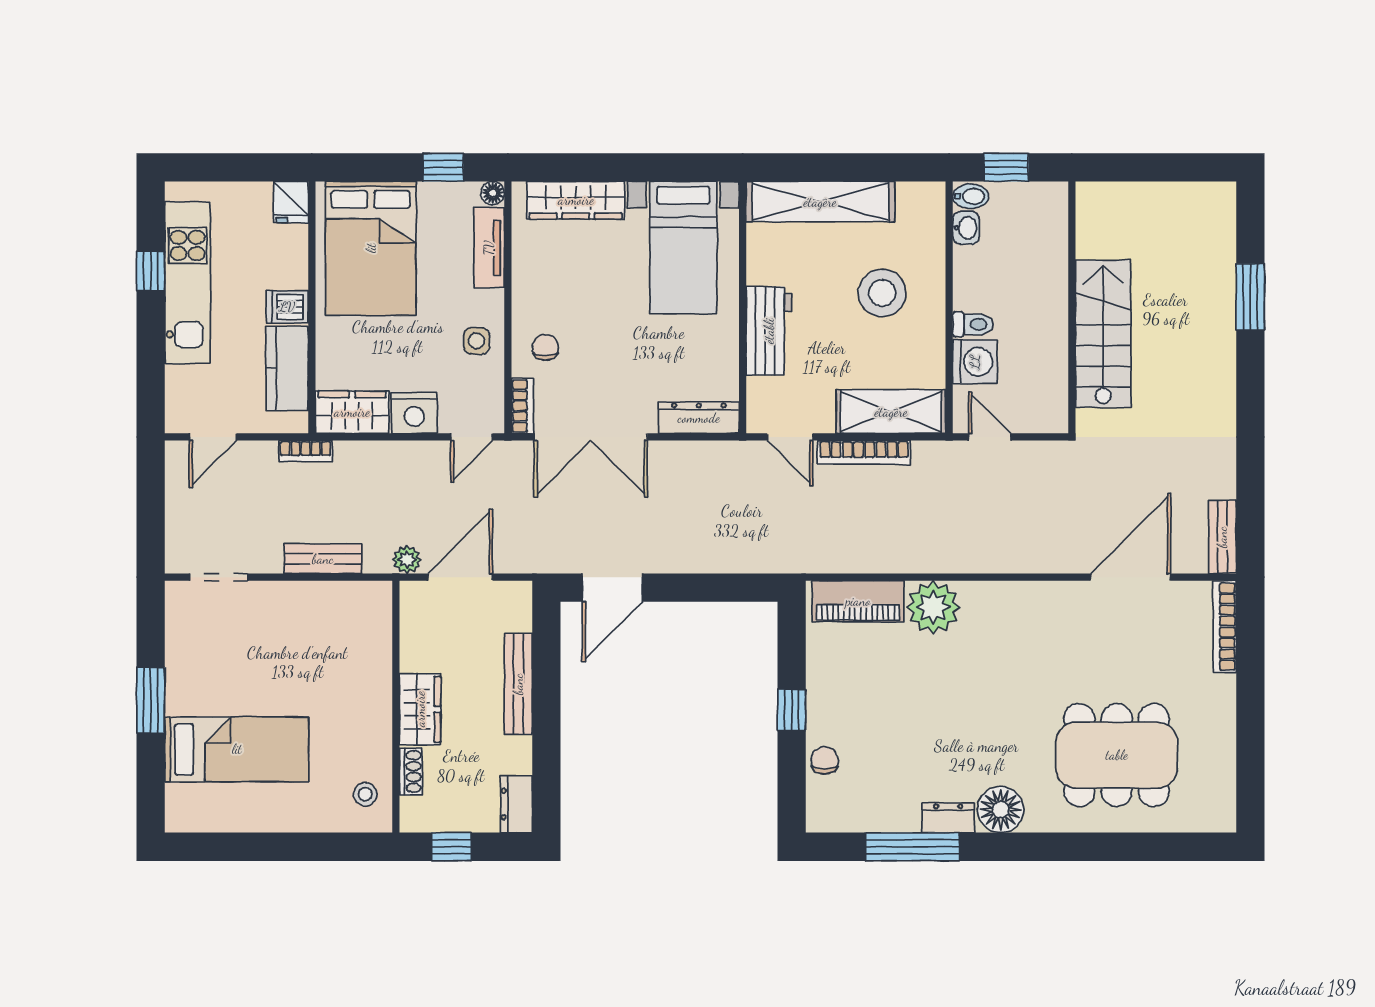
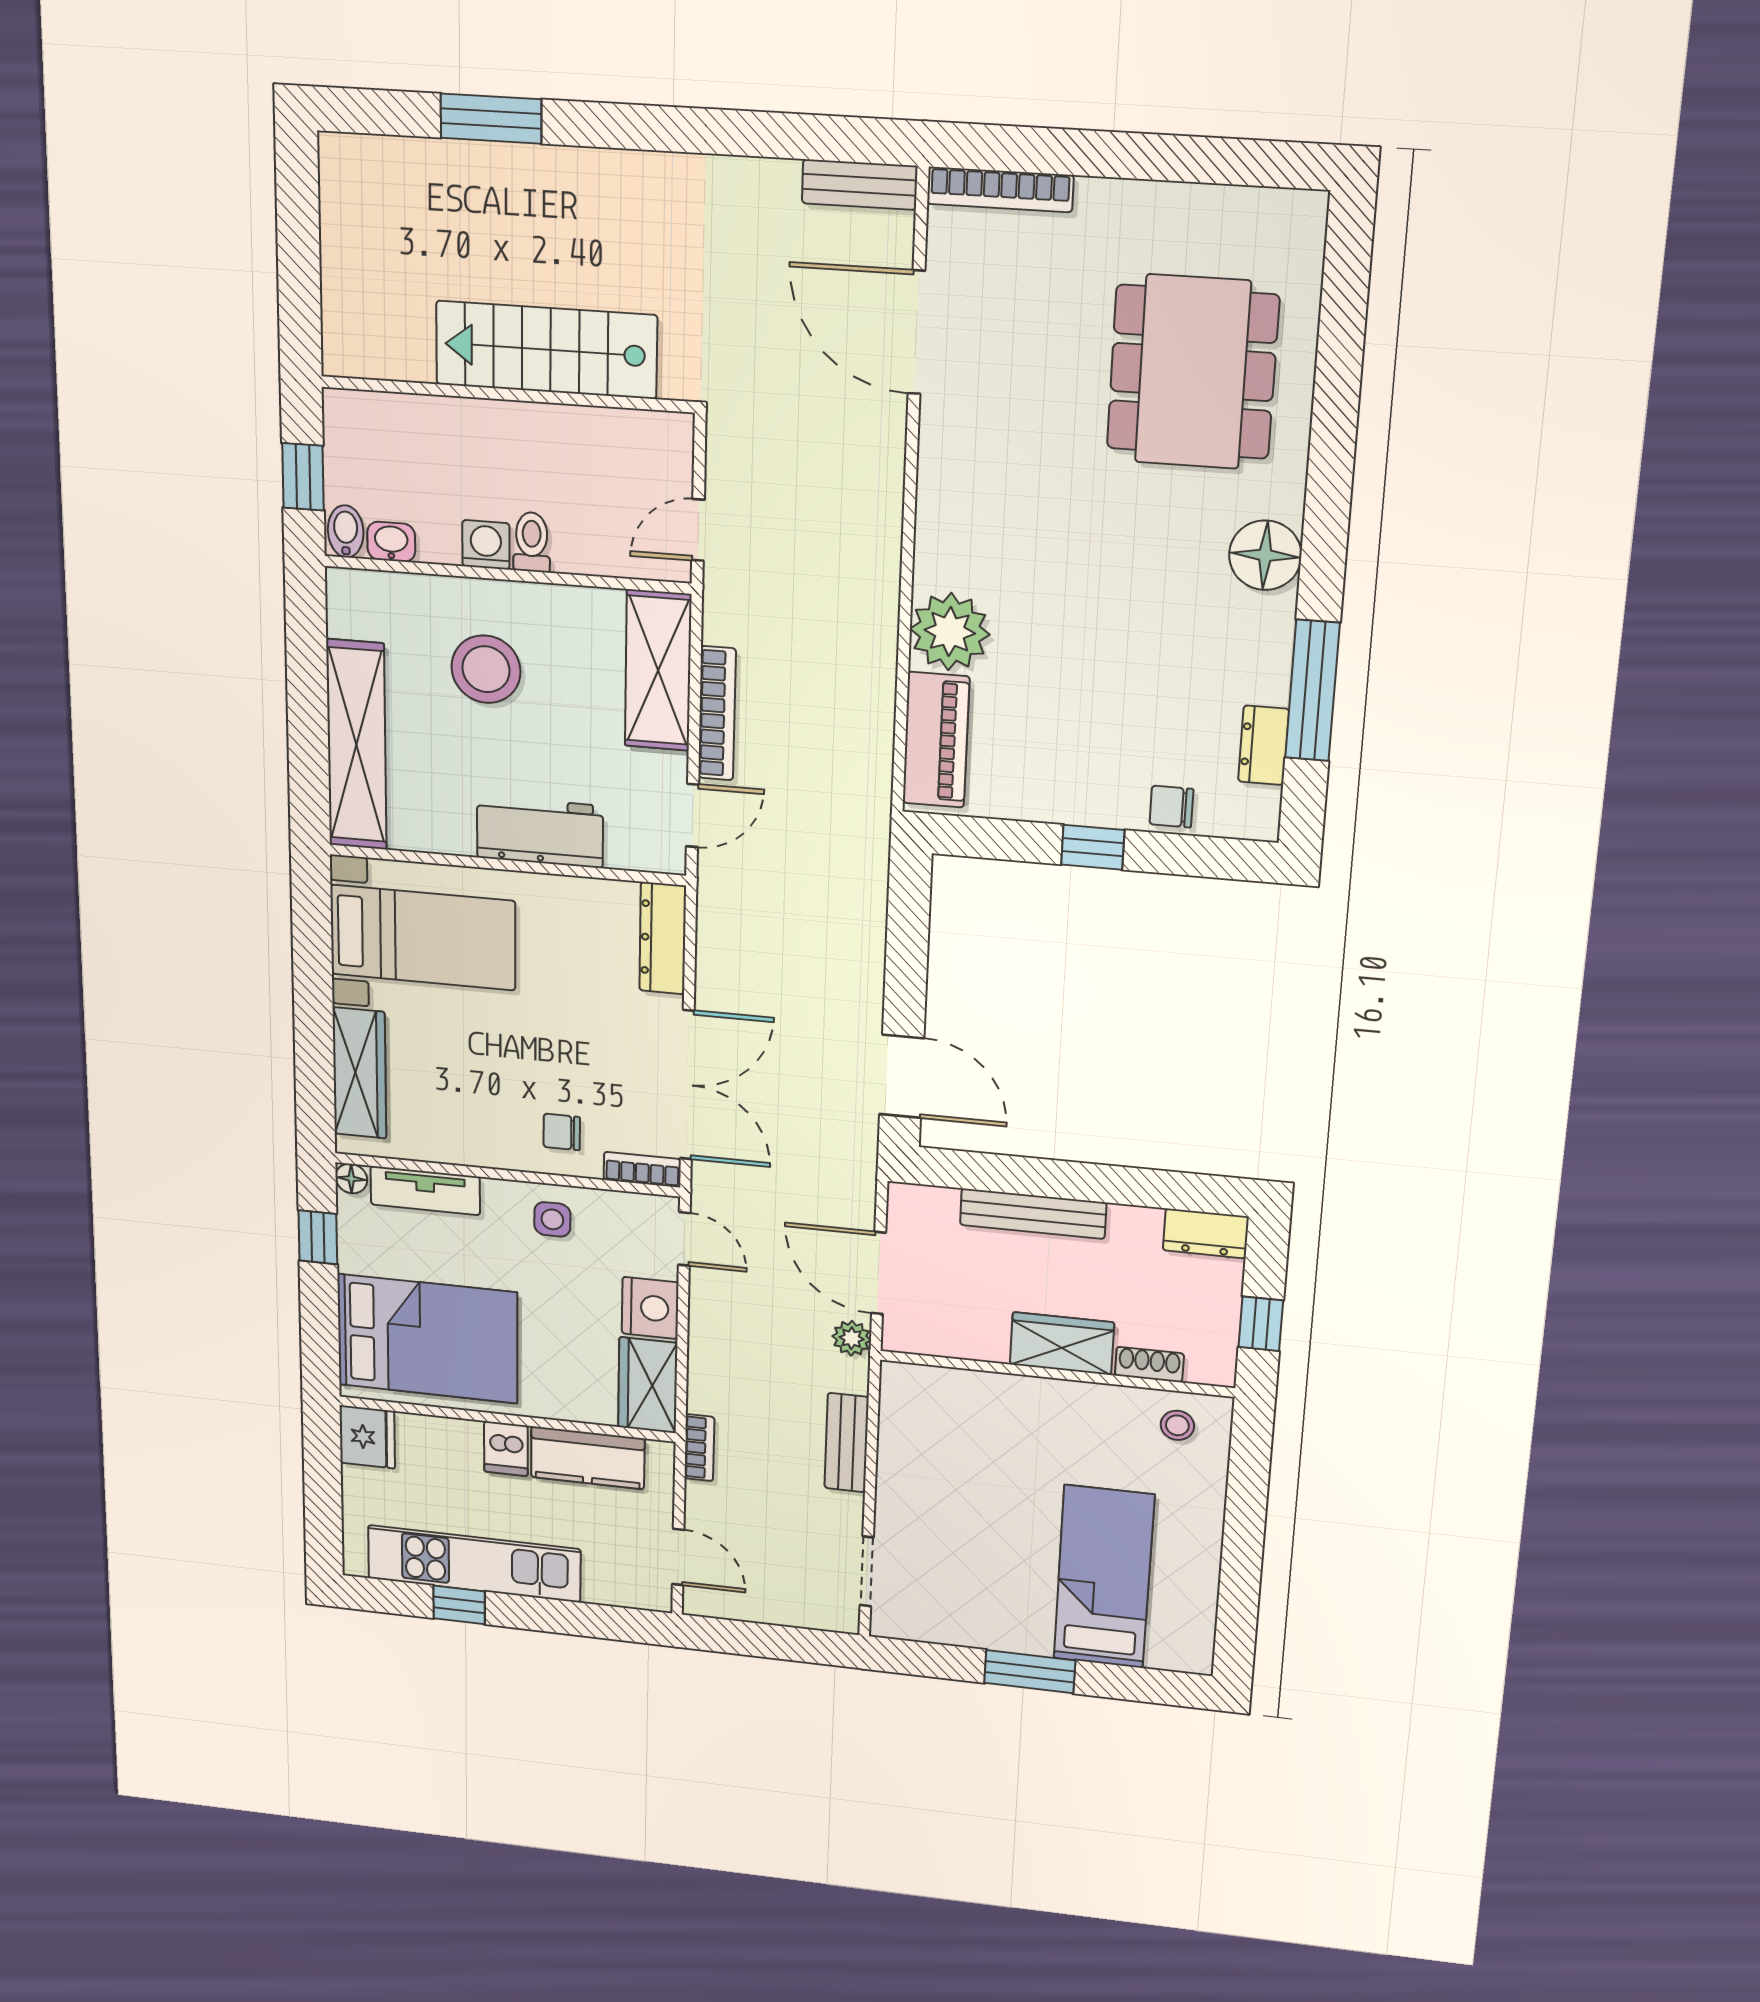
fridge: (291, 202) -> (367, 1437), width x1.38
washing machine: (975, 362) -> (486, 545), moved, width x0.73, depth x0.73
dresser: (948, 818) -> (1264, 745), moved

